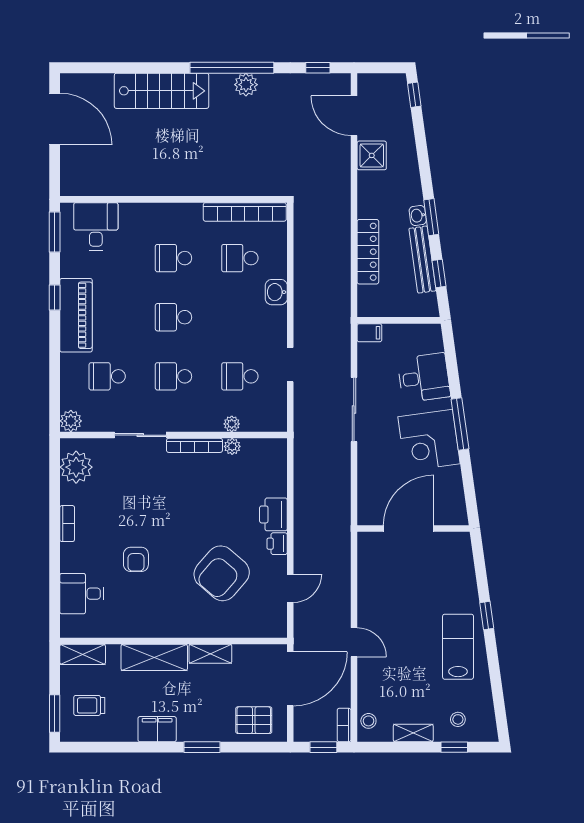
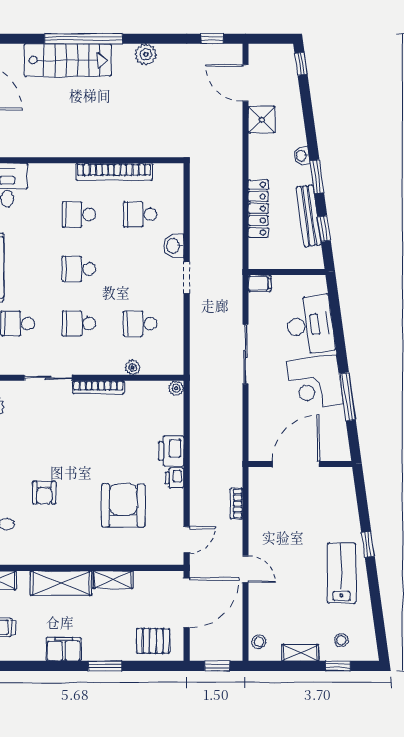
window: (232, 68) -> (83, 39), moved
bookcase: (245, 212) -> (114, 172), moved
washbasin: (418, 215) -> (302, 156), moved
doorway: (290, 365) -> (187, 278), moved
desk: (424, 378) -> (310, 325), width x1.37
window: (460, 424) -> (347, 397), moved
plant: (232, 446) -> (176, 388), moved
armchair: (222, 573) -> (123, 505), turned 139
door: (290, 588) -> (187, 540), moved
bookcase: (344, 725) -> (236, 504), moved

